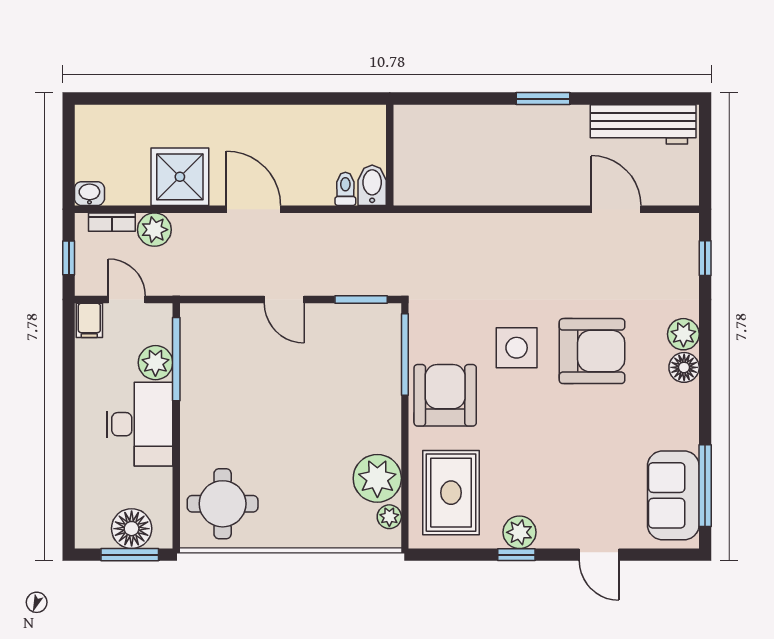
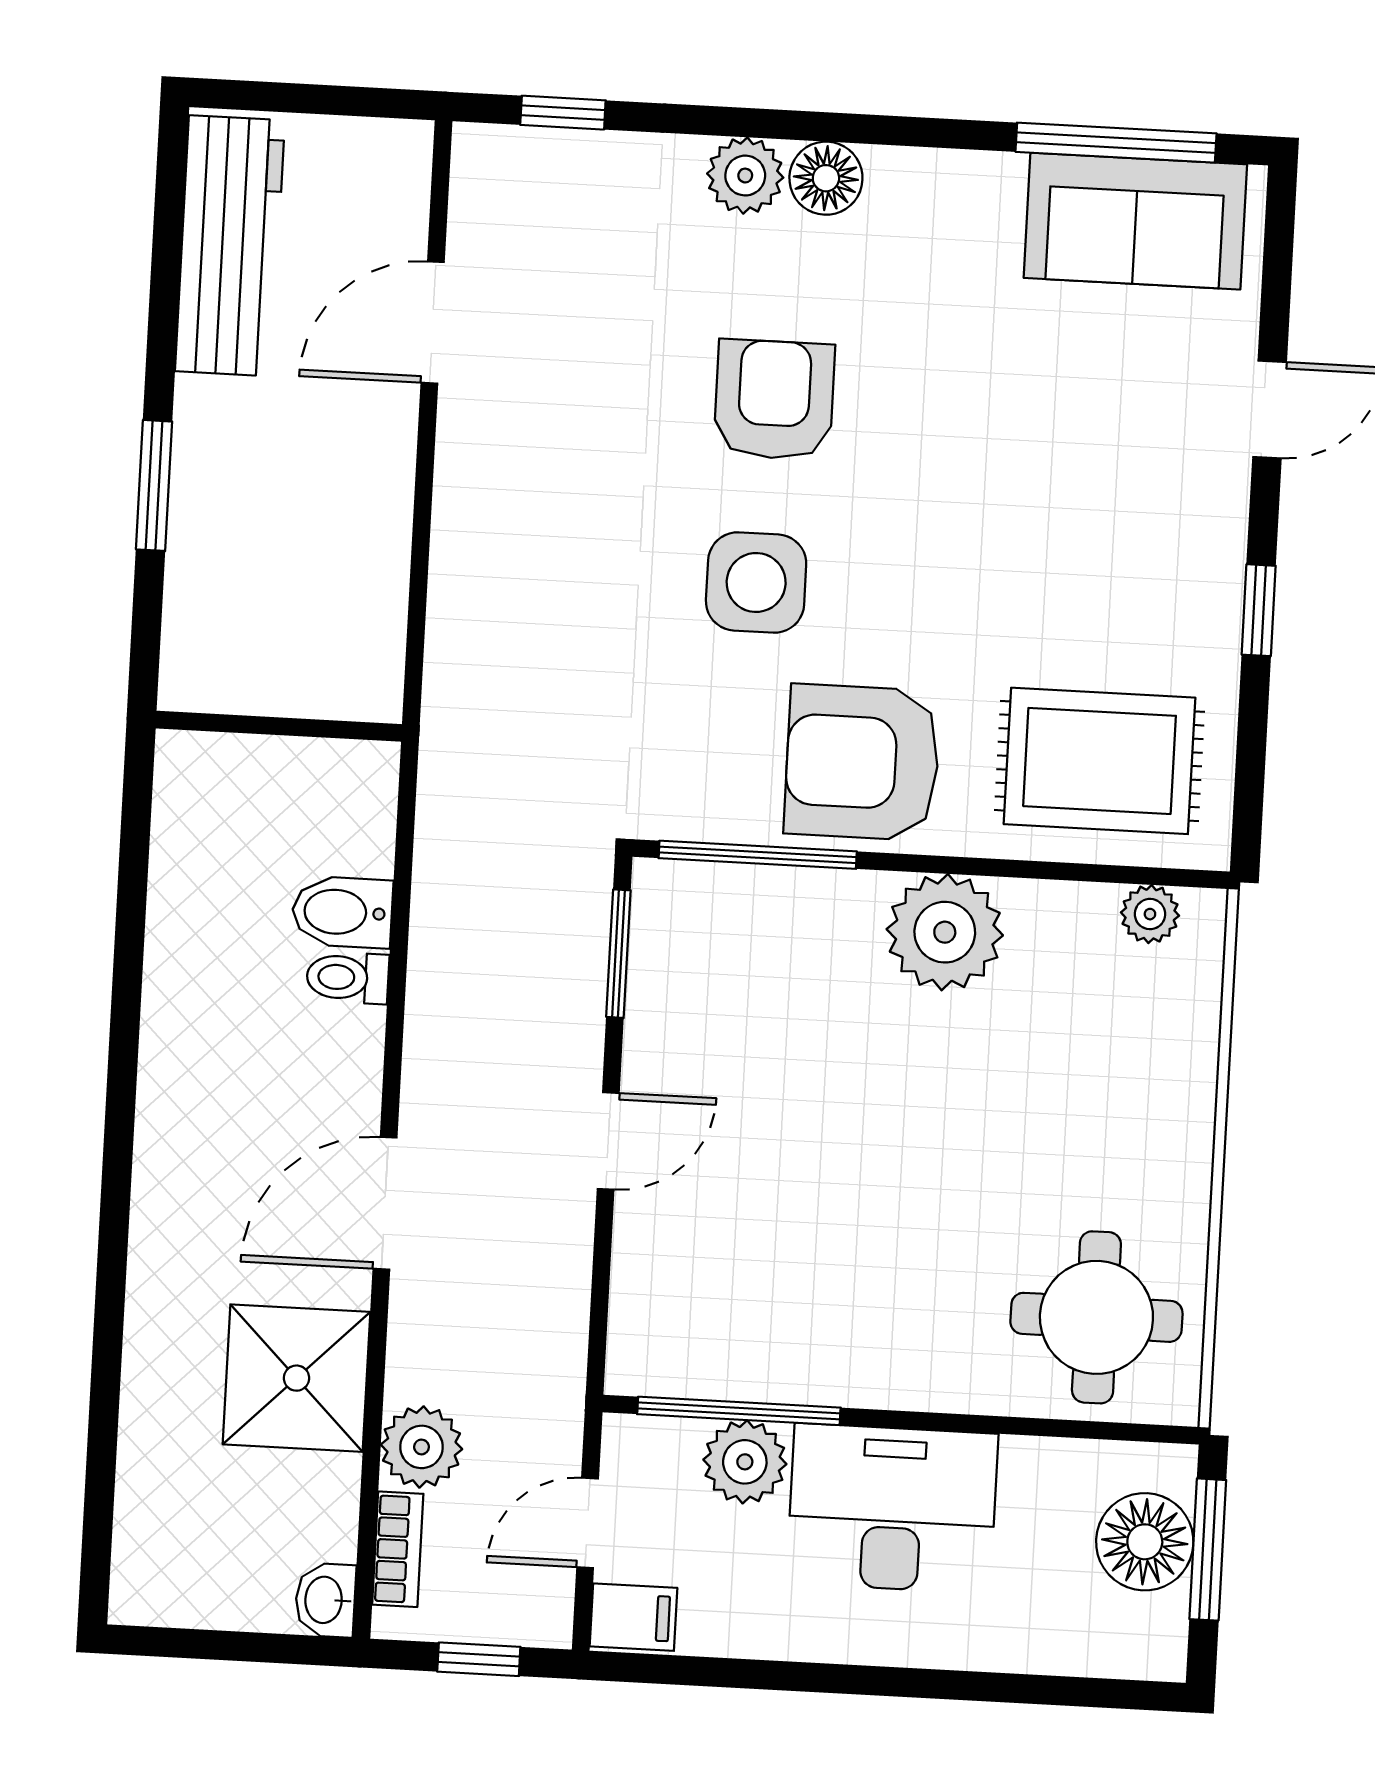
wall: (390, 155) -> (279, 726), moved
armchair: (592, 351) -> (774, 400), width x0.73, depth x0.73
plant: (377, 478) -> (945, 932), moved
plant: (520, 532) -> (1205, 600), removed

